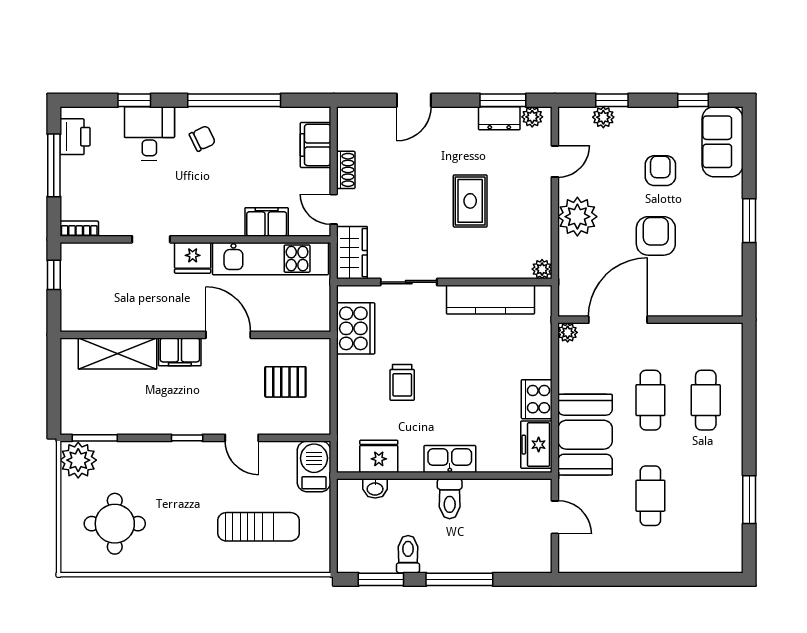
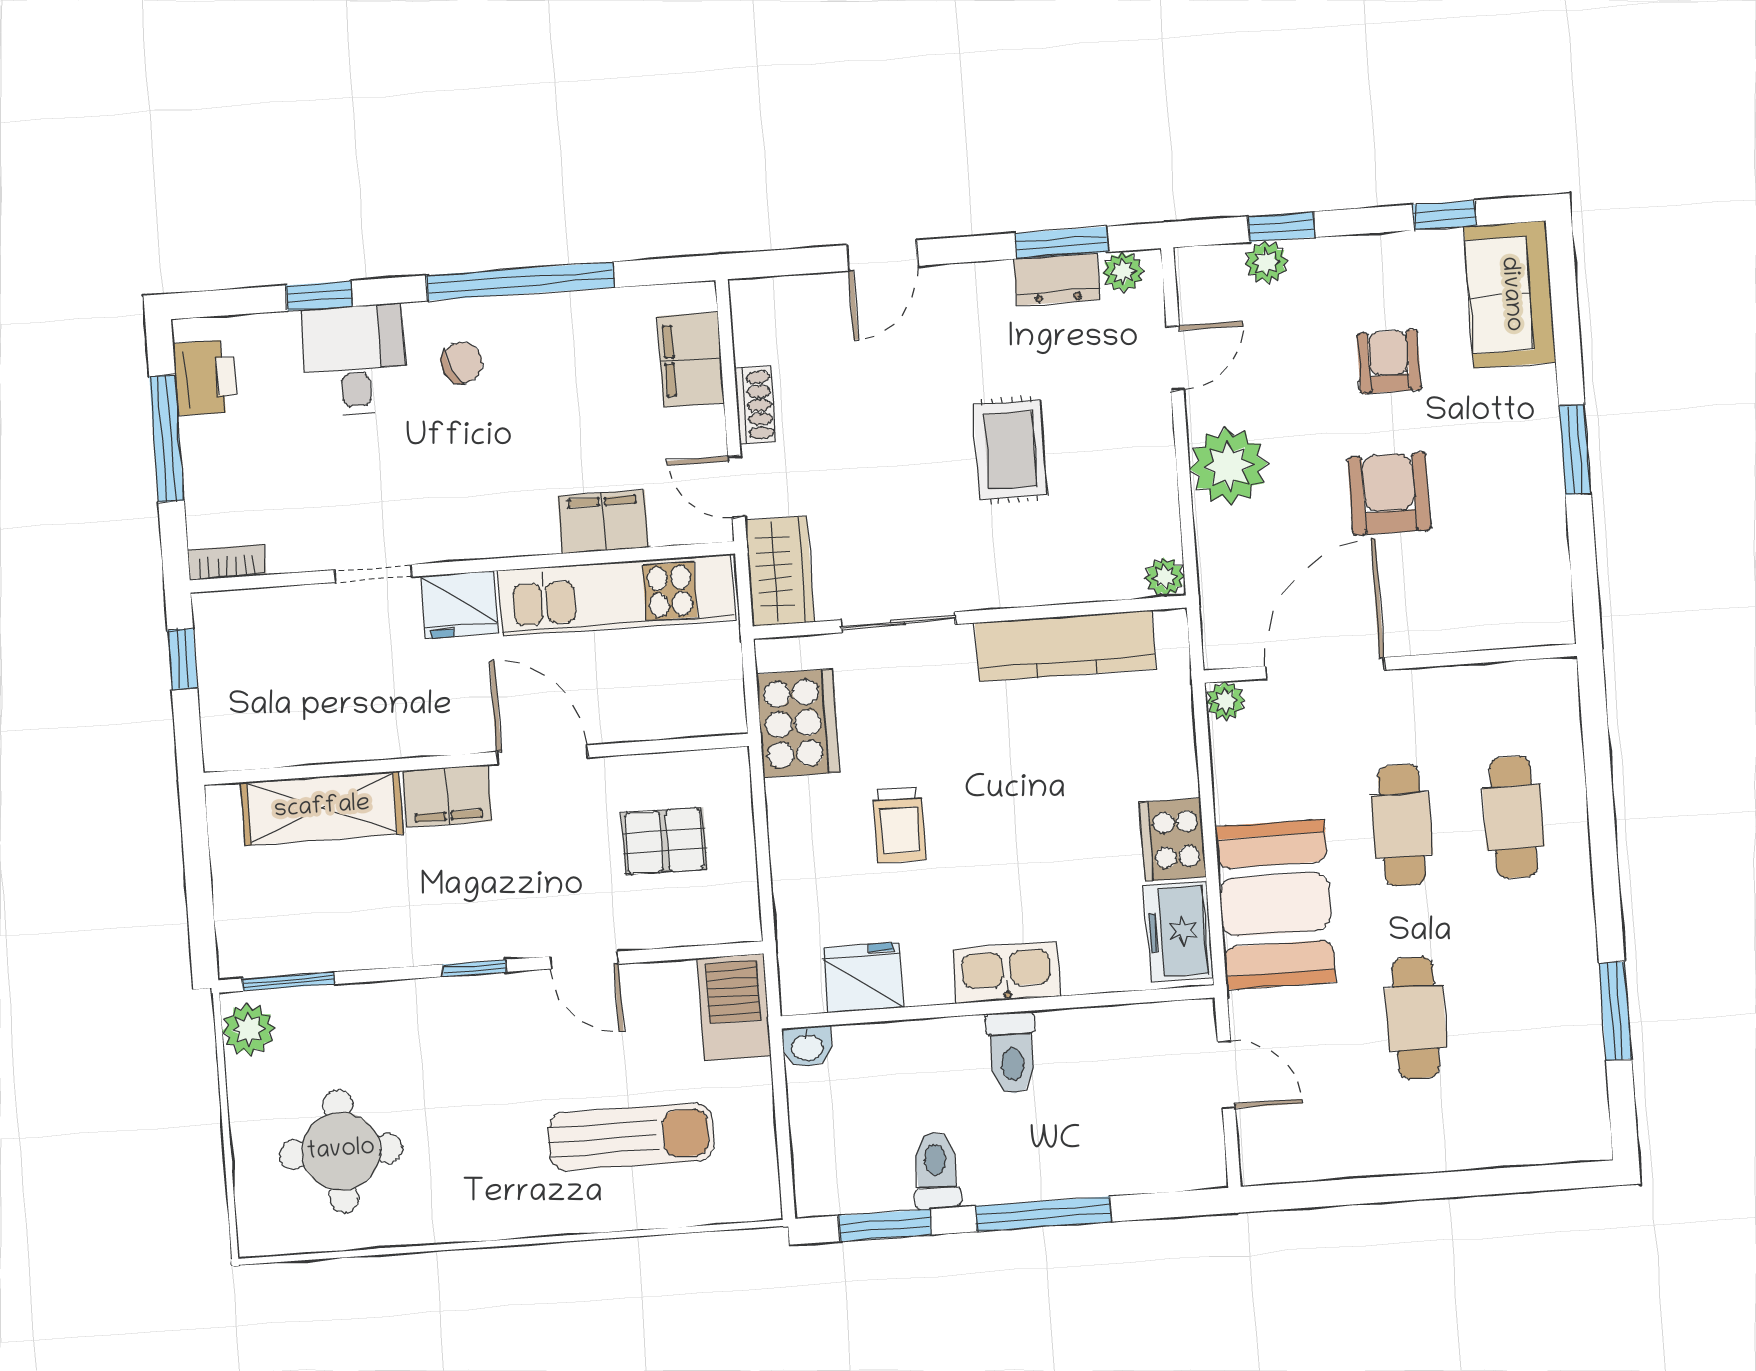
plant: (78, 460) -> (249, 1029), width x0.73, depth x0.73
washbasin: (375, 488) -> (807, 1047), moved

